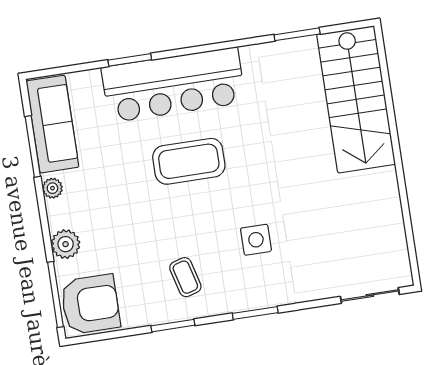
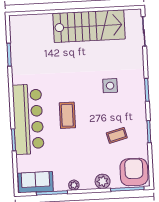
stairs: (356, 99) -> (89, 26), moved
sofa: (52, 124) -> (36, 182), width x0.73
coffee table: (189, 161) -> (67, 115), width x0.73, depth x0.76
coffee table: (185, 277) -> (117, 135), moved

